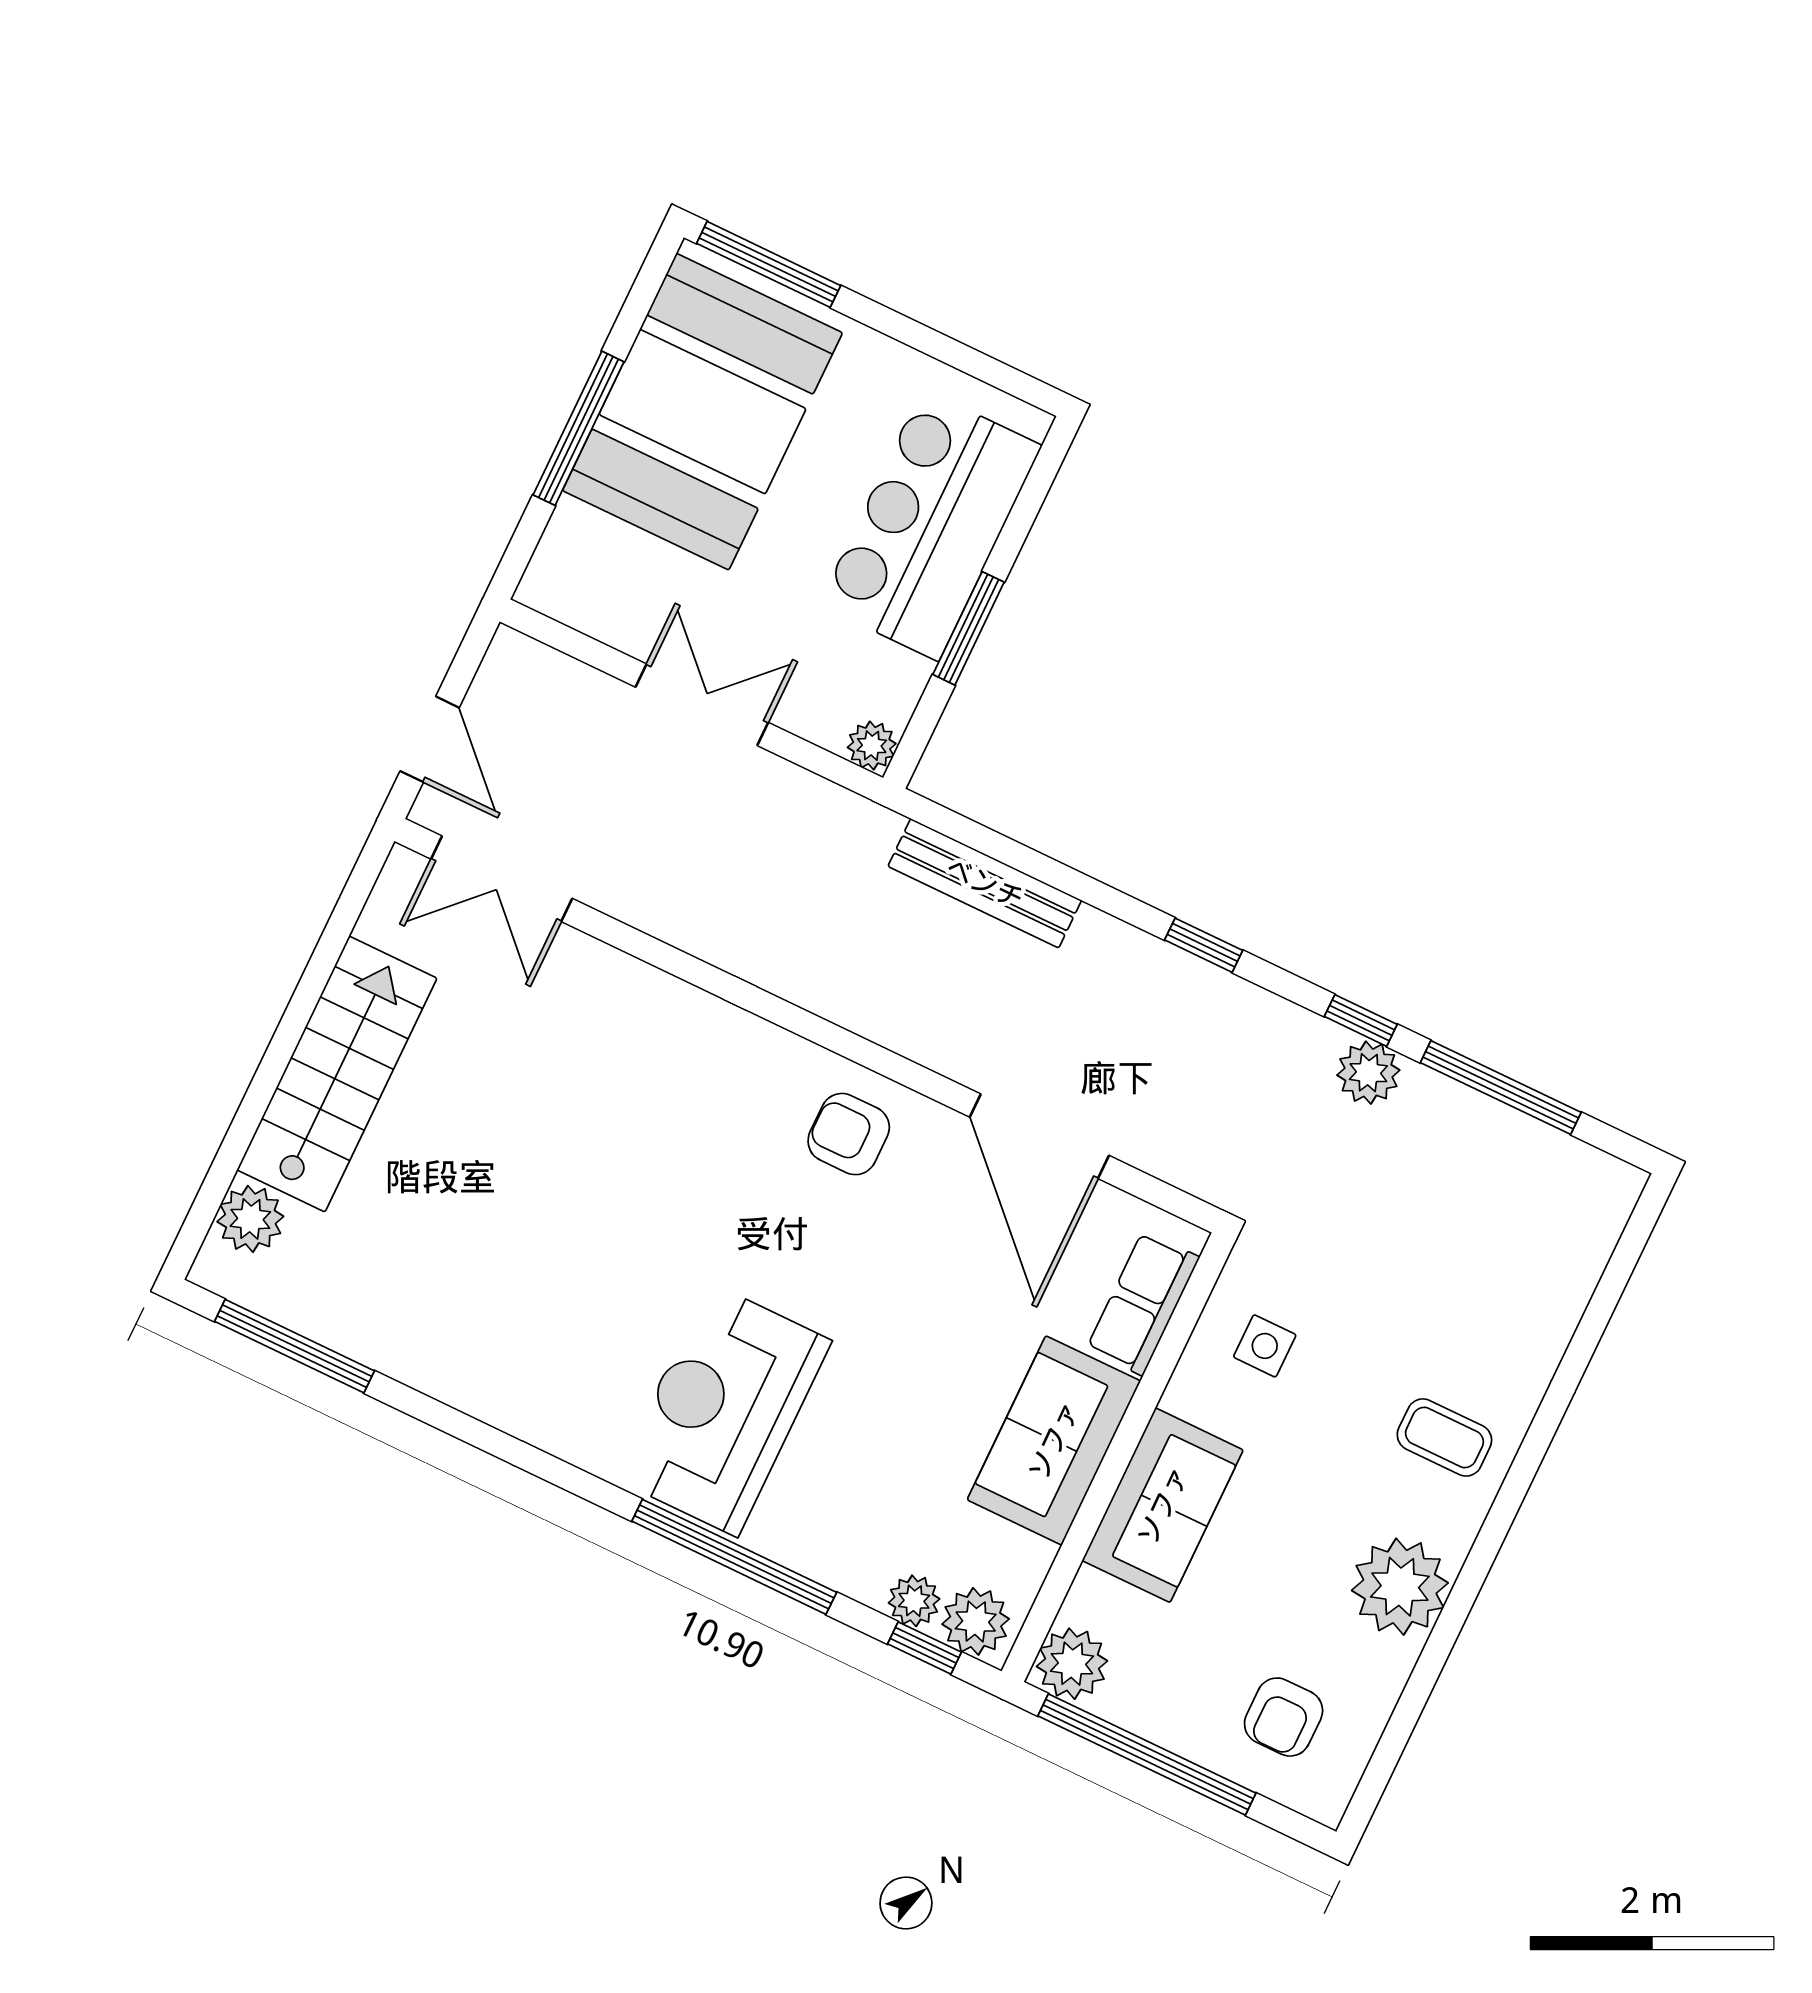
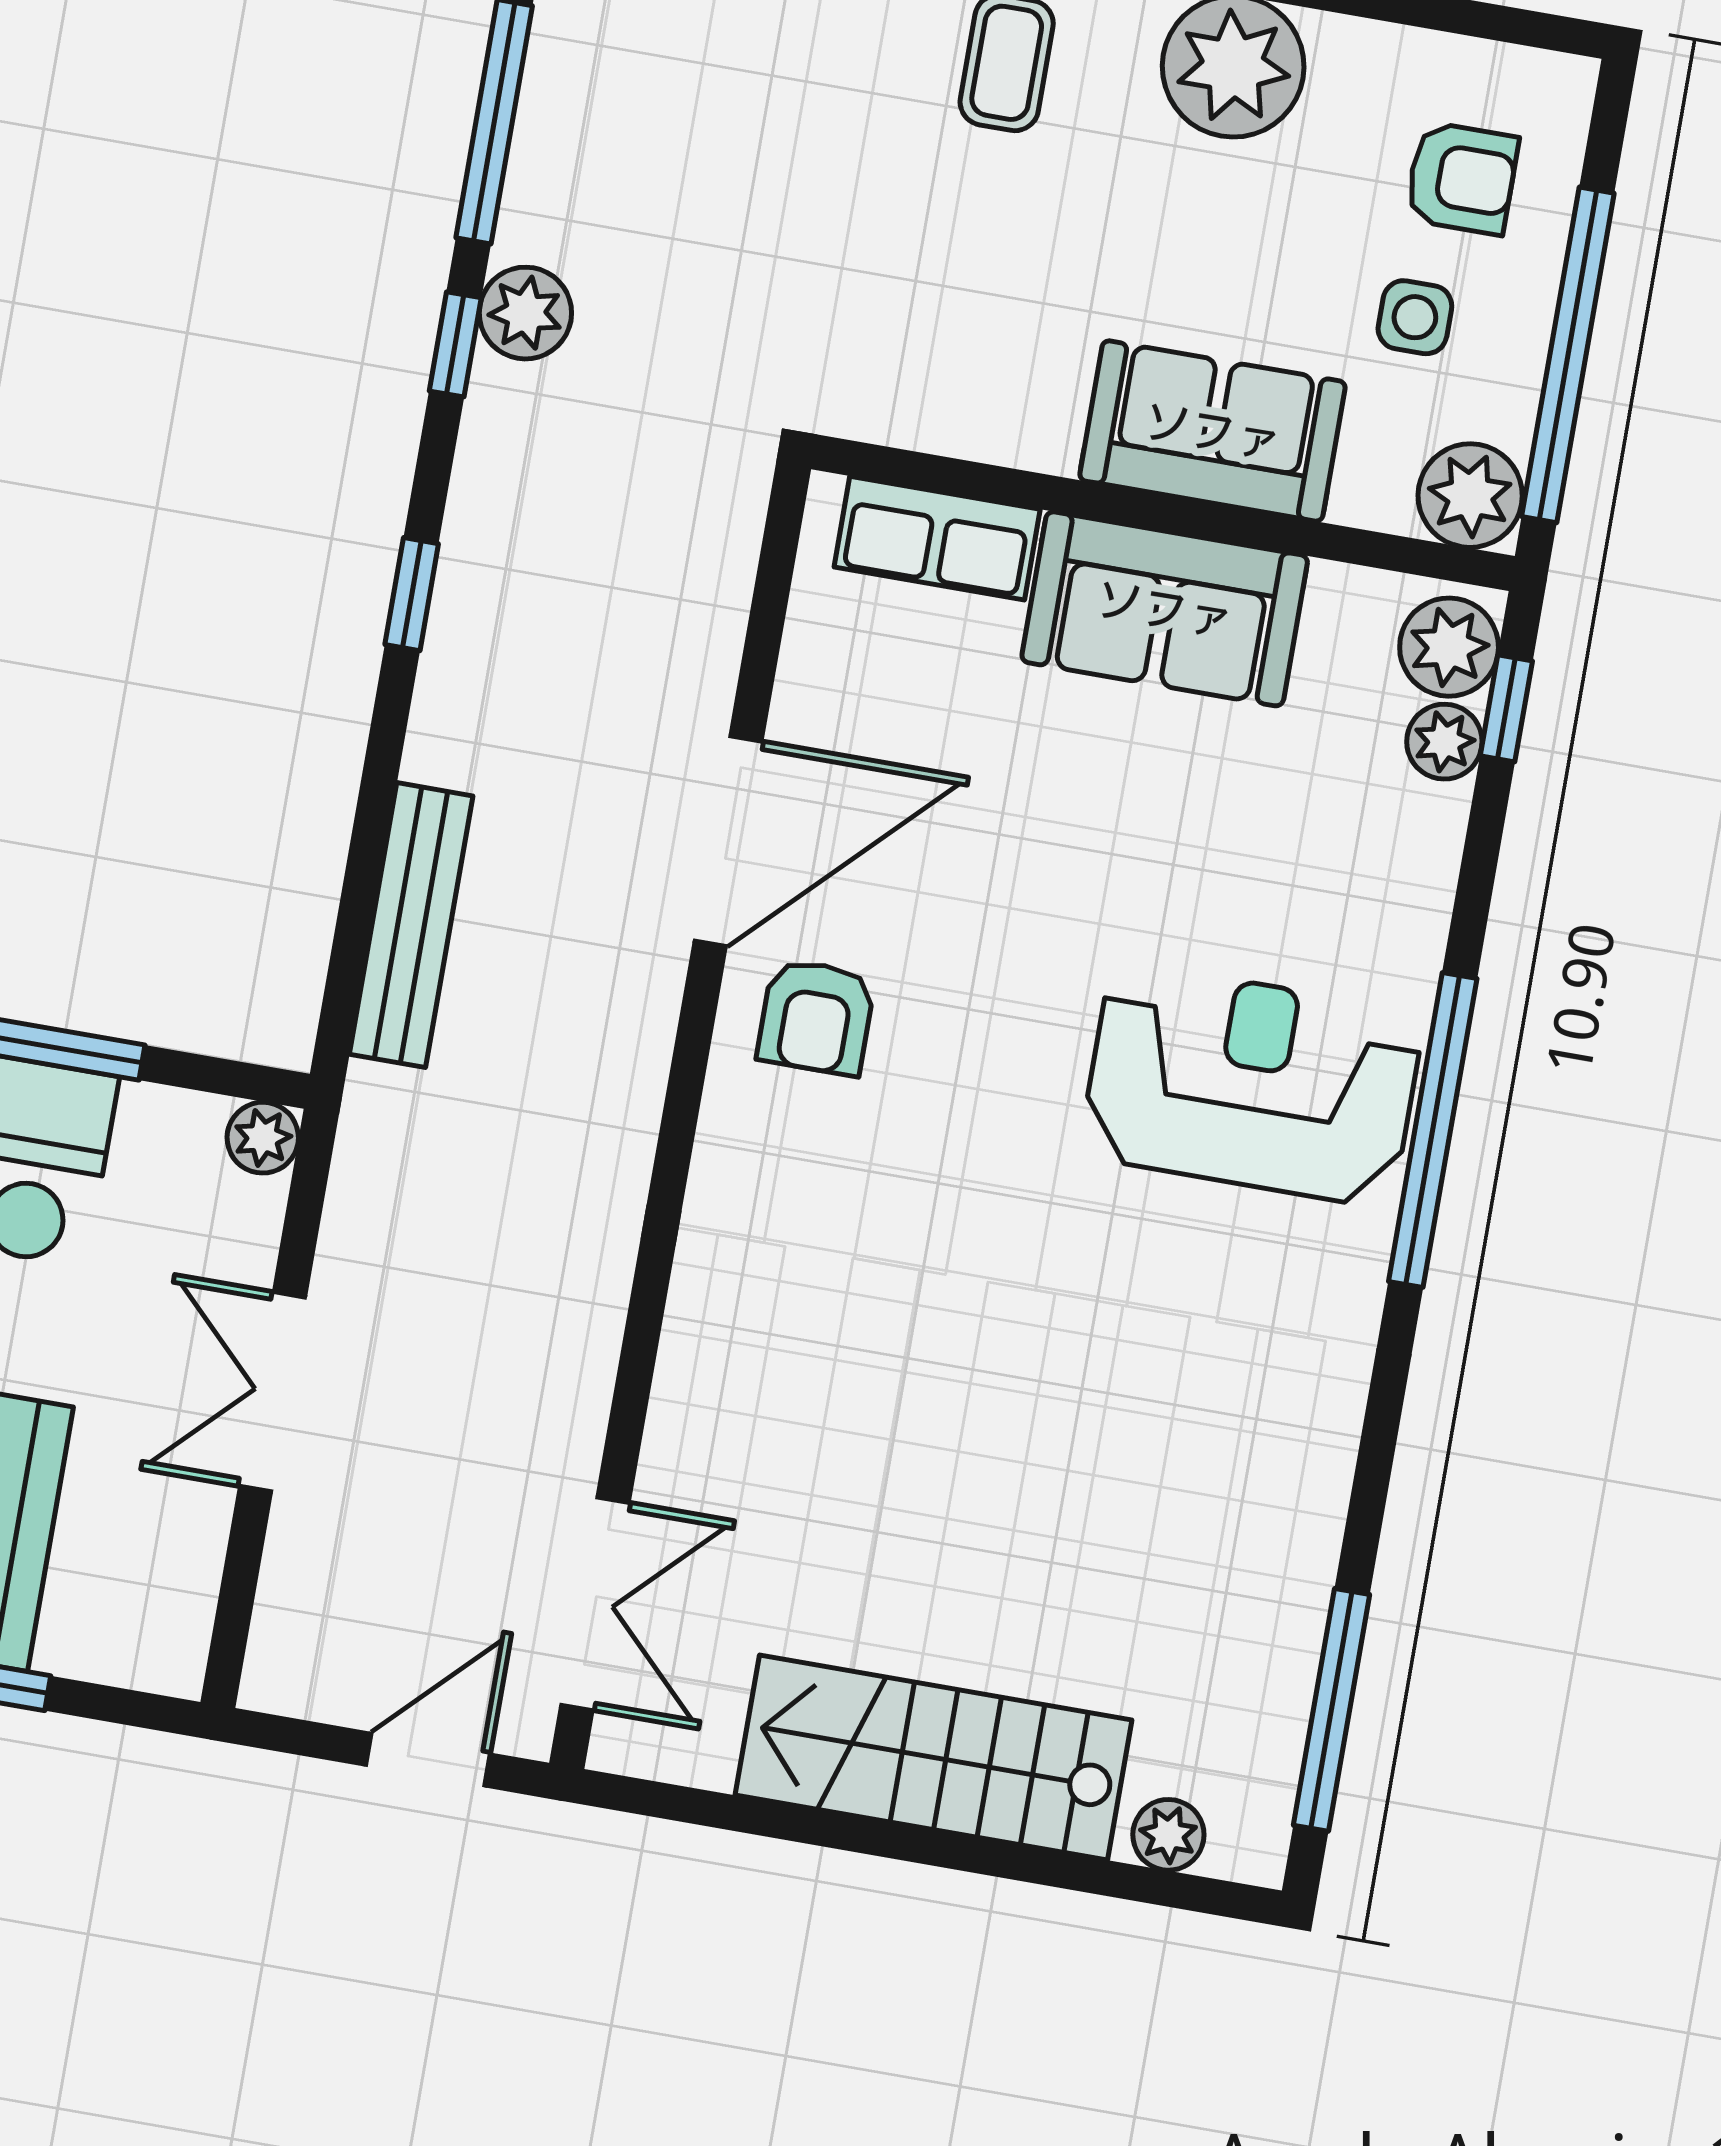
door: (1039, 1136) -> (728, 841), moved
plant: (250, 1219) -> (1168, 1835), width x0.73, depth x0.73
side table: (1265, 1346) -> (1415, 317), moved
reception desk: (723, 1410) -> (1252, 1084), turned 180
window: (734, 1557) -> (1433, 1130), moved

